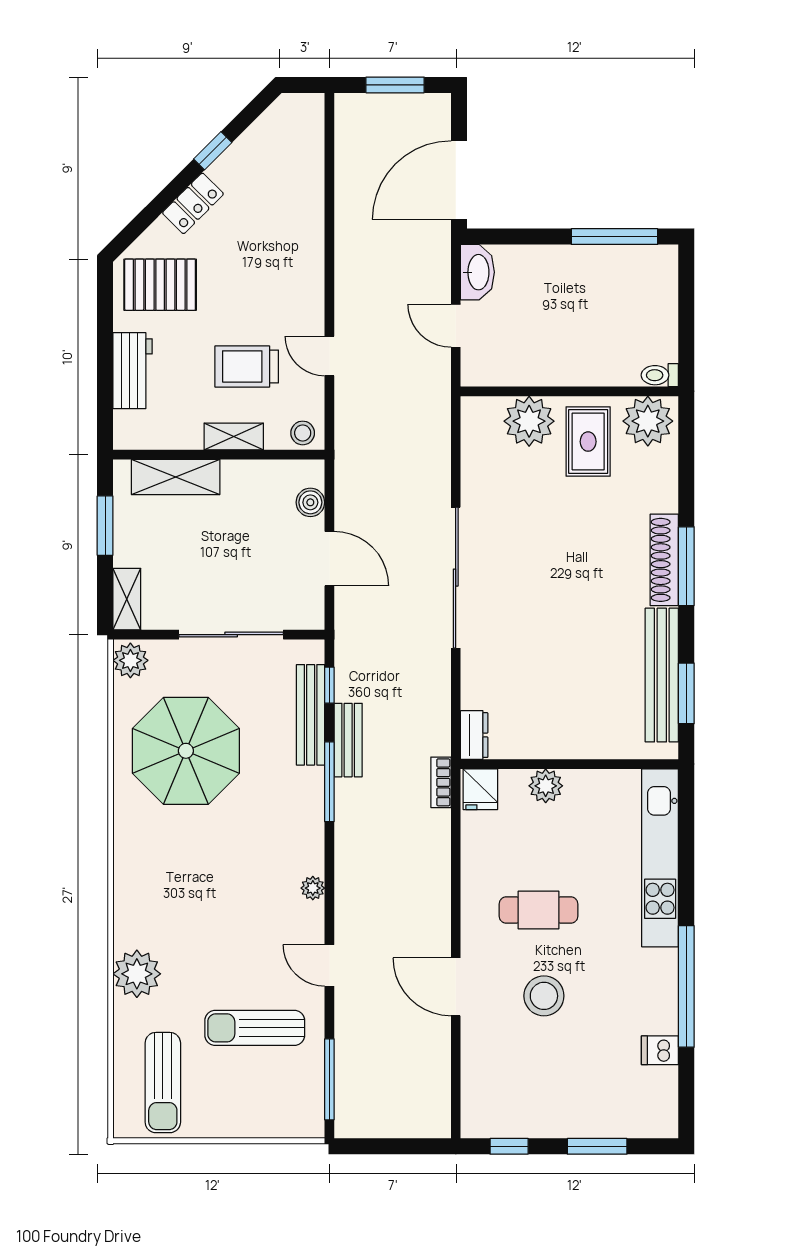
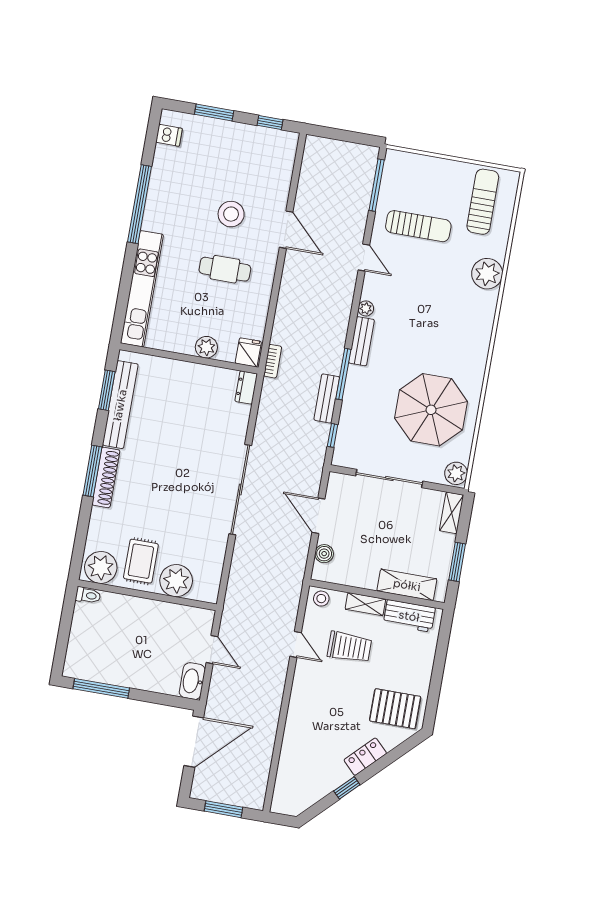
workbench: (133, 371) -> (409, 616), moved, turned -90
bench: (311, 715) -> (361, 341), moved, width x0.73
dishwasher: (660, 1050) -> (169, 135), moved

